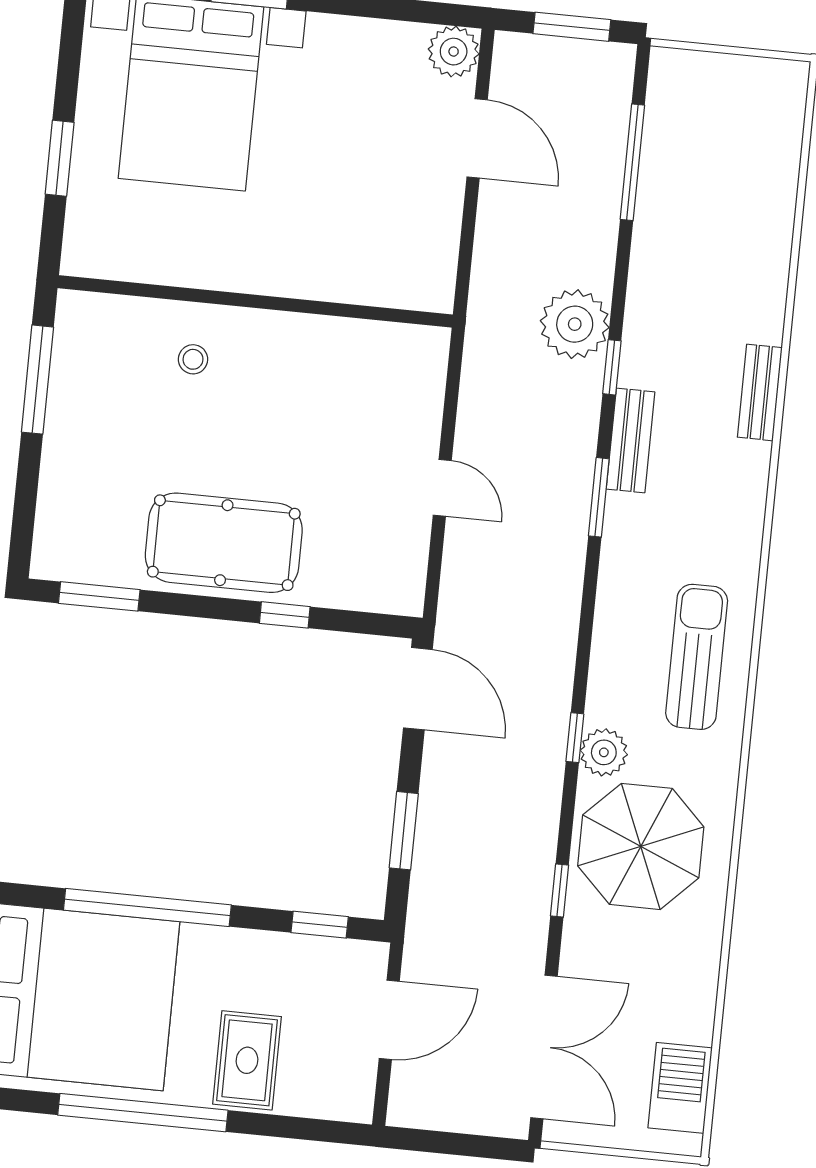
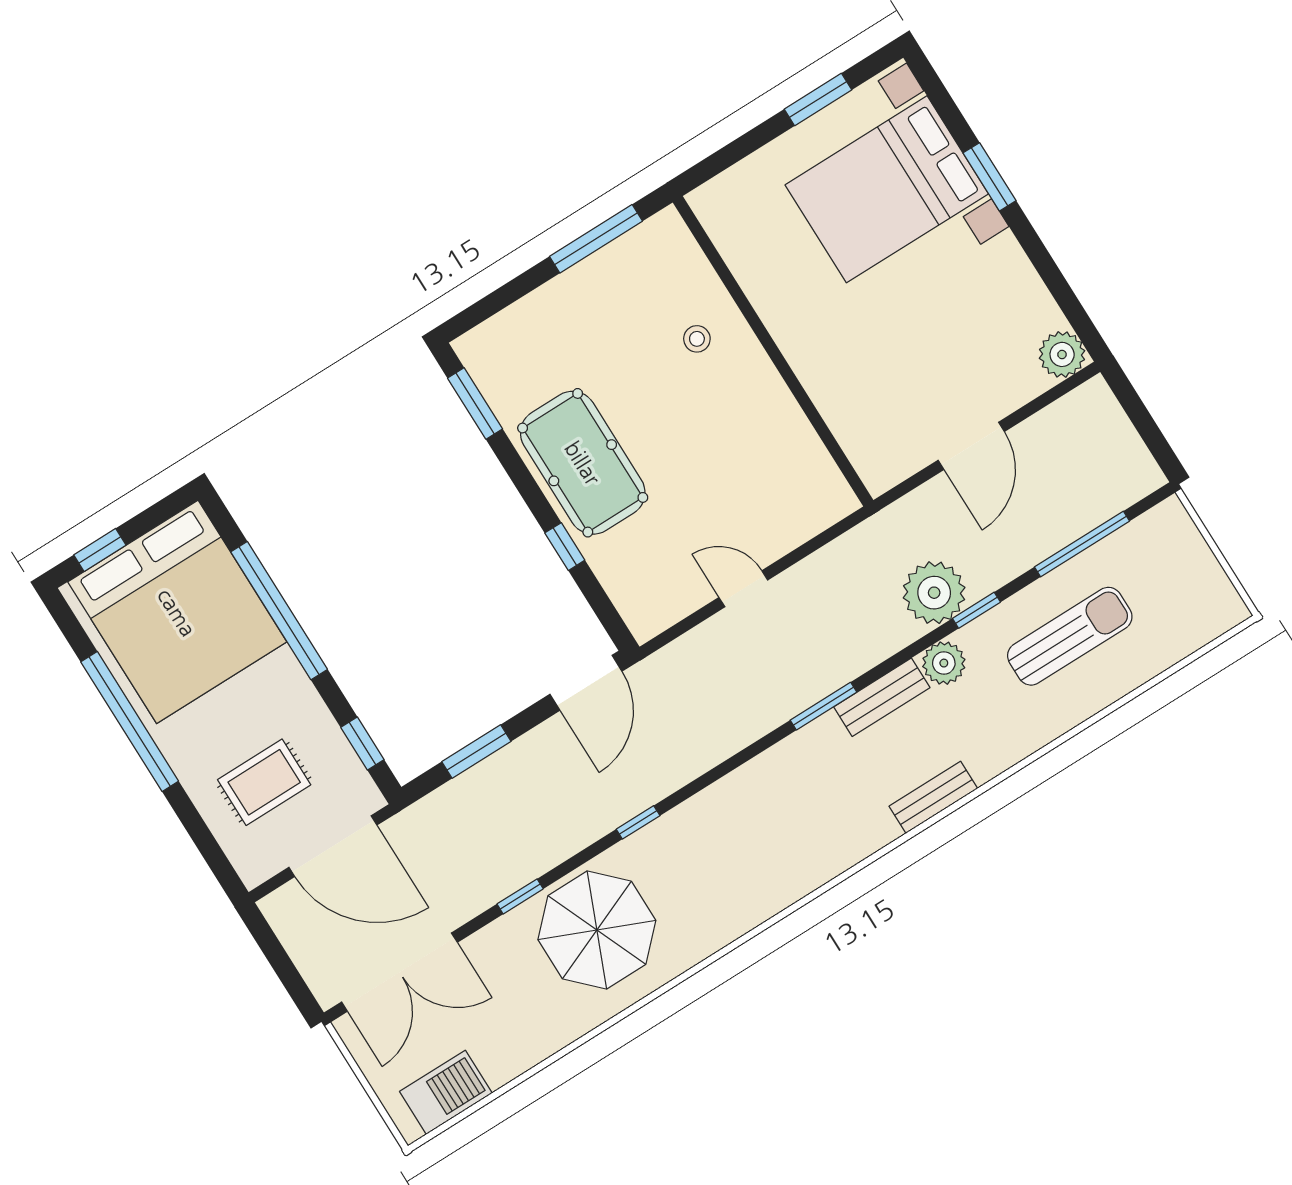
window: (572, 27) -> (1146, 425), removed
door: (477, 138) -> (971, 446), moved
window: (60, 158) -> (818, 100), moved
window: (612, 367) -> (976, 610), moved
bench: (760, 392) -> (933, 797), moved
door: (442, 488) -> (743, 589), swing flipped
sun lounger: (697, 657) -> (1070, 636), moved
plant: (604, 752) -> (944, 663), moved
door: (389, 1020) -> (333, 846), width x1.36
rug: (247, 1060) -> (264, 782), moved

